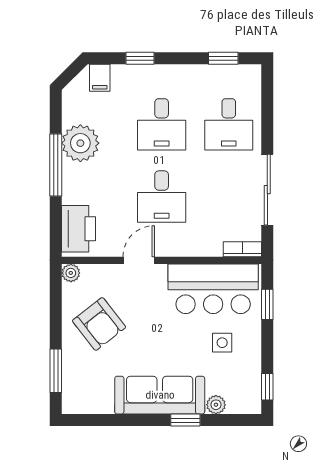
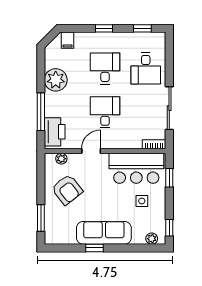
window: (140, 58) -> (104, 28), moved
desk: (162, 124) -> (105, 68), turned 180
window: (56, 165) -> (41, 112), moved
desk: (162, 197) -> (105, 112), turned 180
plant: (71, 273) -> (61, 159), moved
plant: (216, 405) -> (152, 239), moved
window: (185, 420) -> (95, 248), moved

